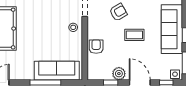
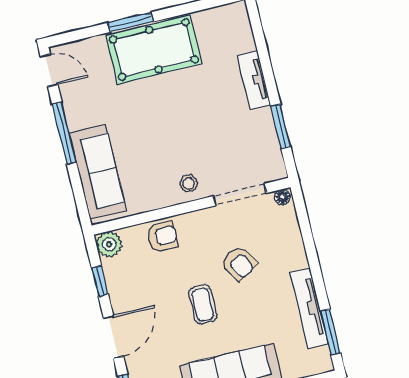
plant: (119, 74) -> (109, 244), moved
window: (45, 82) -> (64, 133), moved

